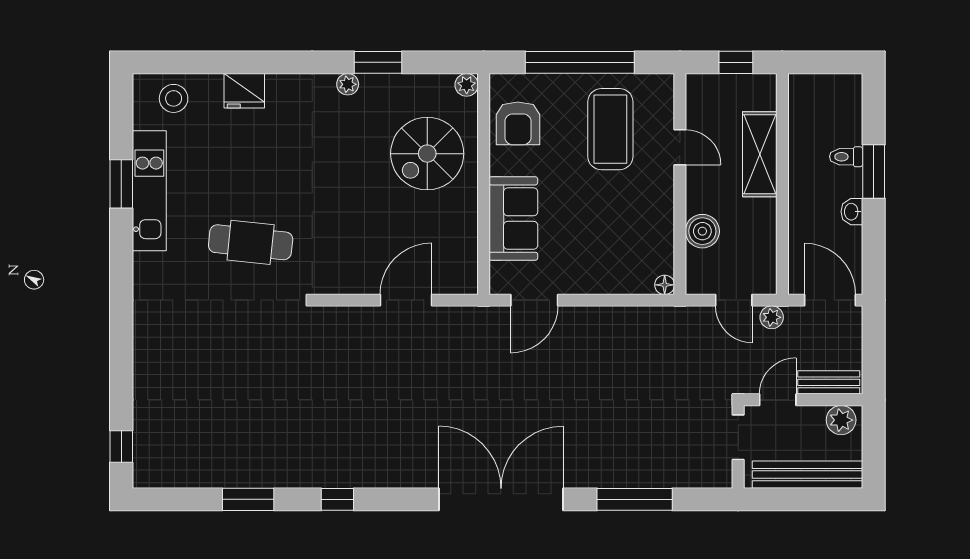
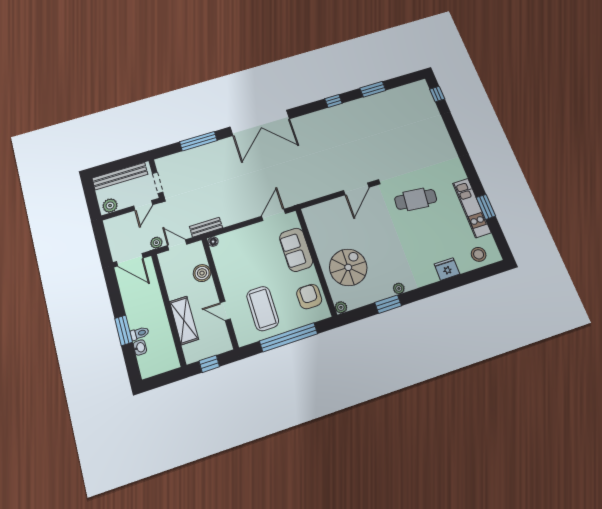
washbasin: (852, 212) -> (140, 348), moved
door: (406, 300) -> (356, 189), moved
bench: (829, 382) -> (206, 227), moved

